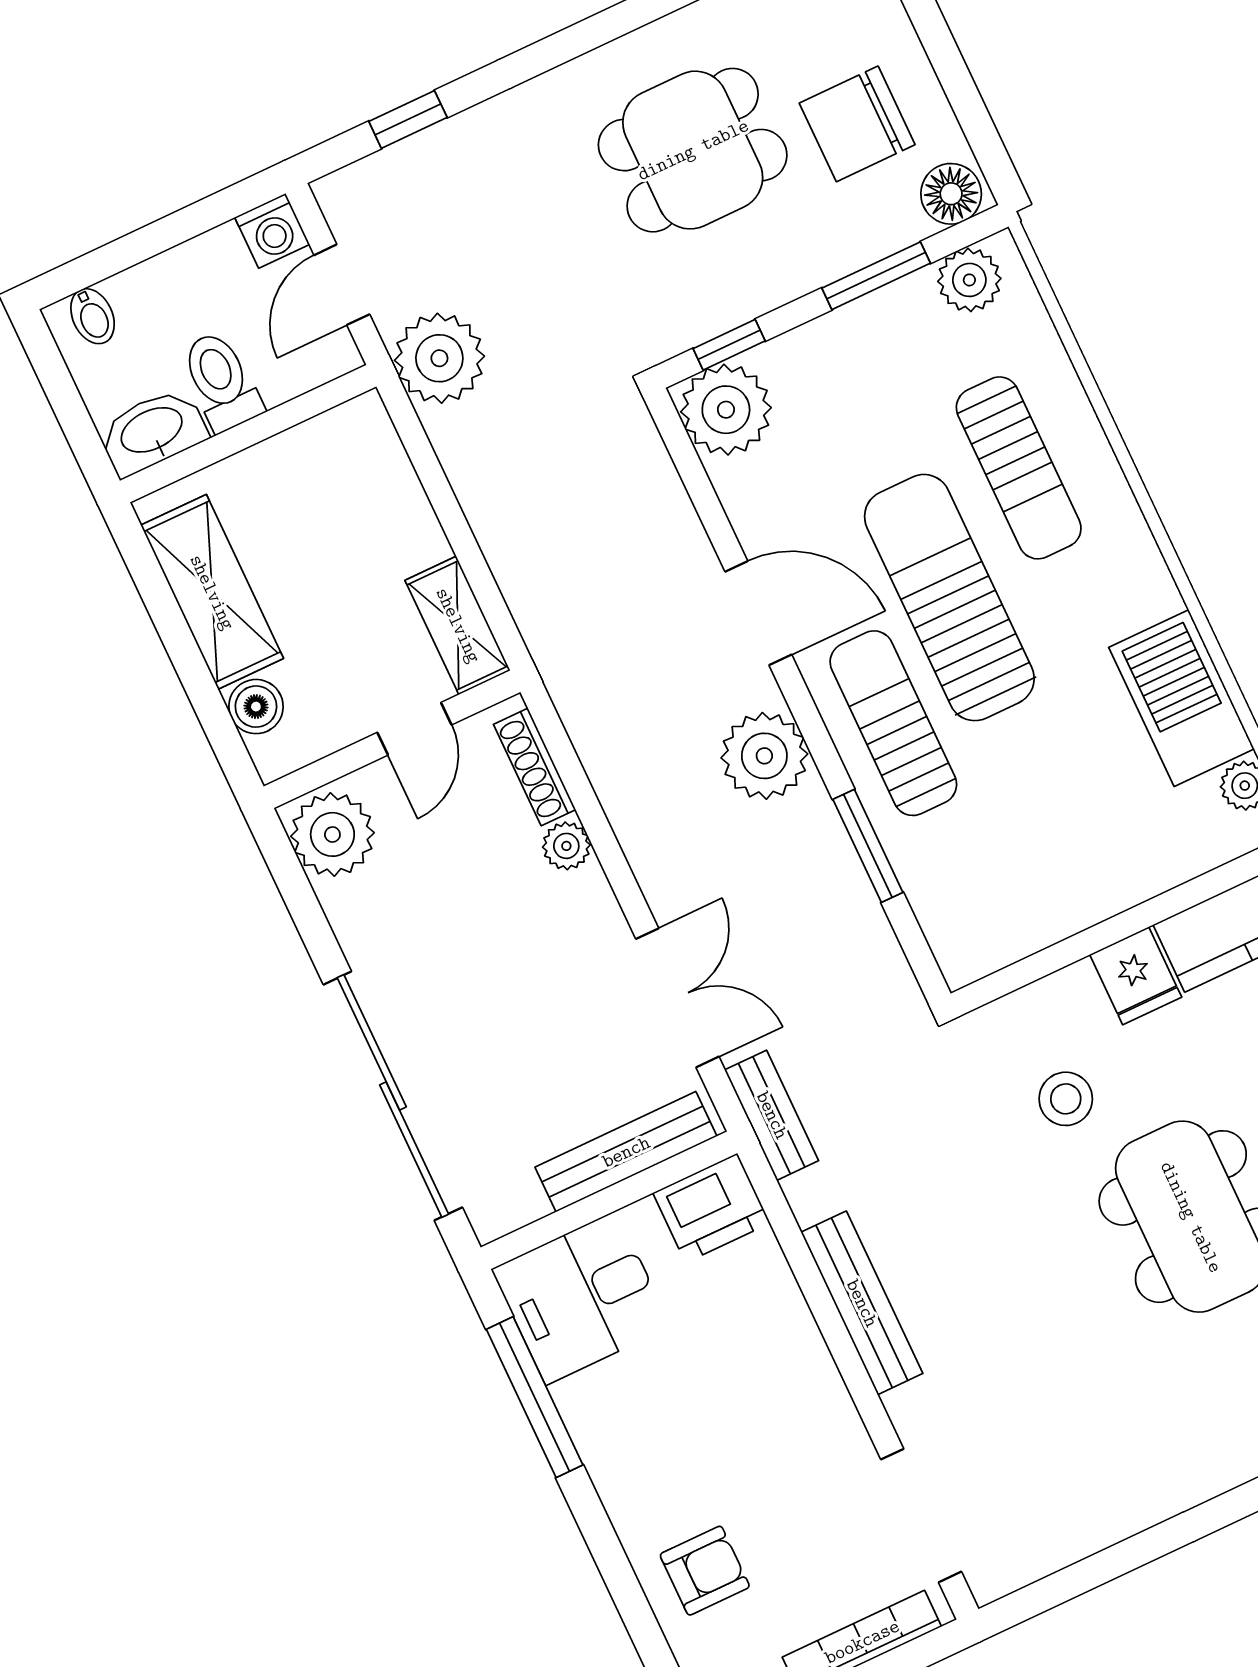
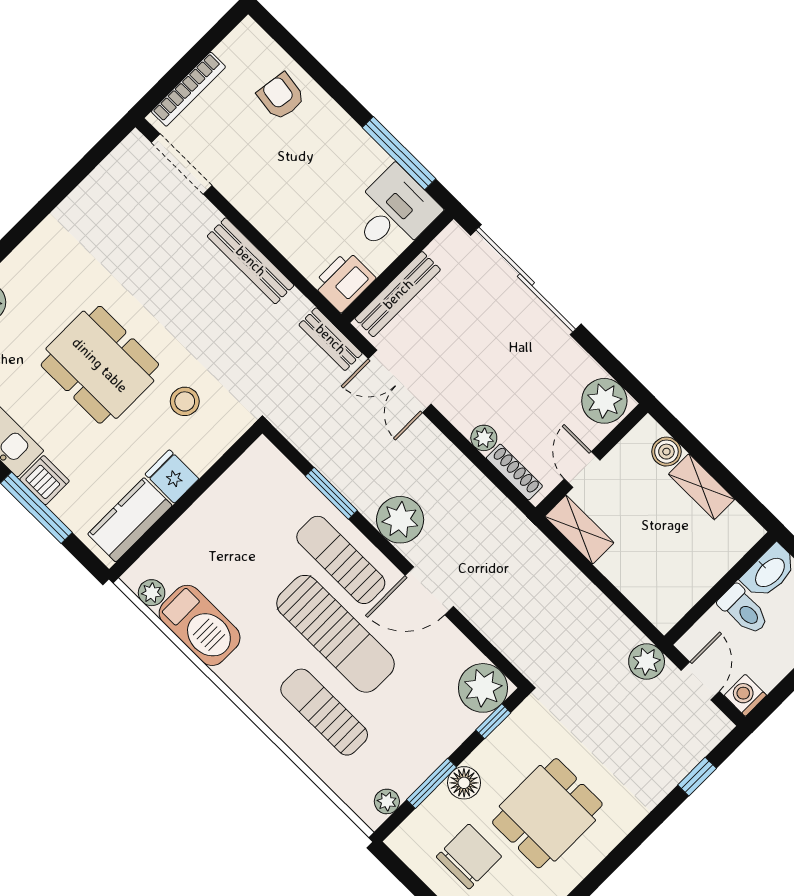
floor lamp: (951, 194) -> (464, 783), moved
plant: (969, 280) -> (387, 801), width x0.73, depth x0.73
plant: (439, 358) -> (647, 661), width x0.73, depth x0.73
shelving: (212, 592) -> (702, 487), width x0.67, depth x0.75
sun lounger: (893, 723) -> (341, 560), turned 180
armchair: (705, 1571) -> (281, 96), turned 98

